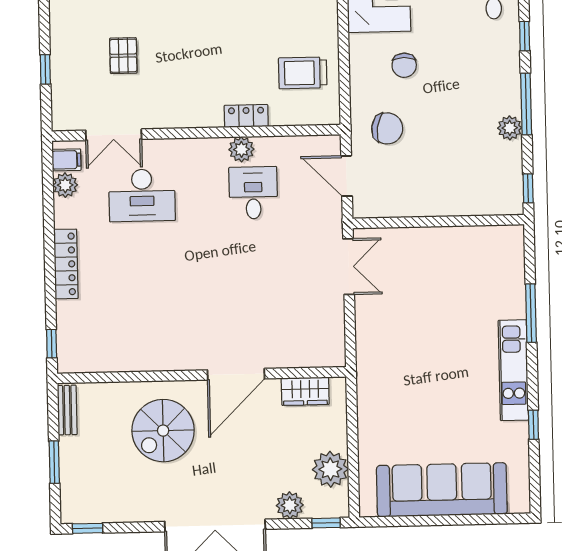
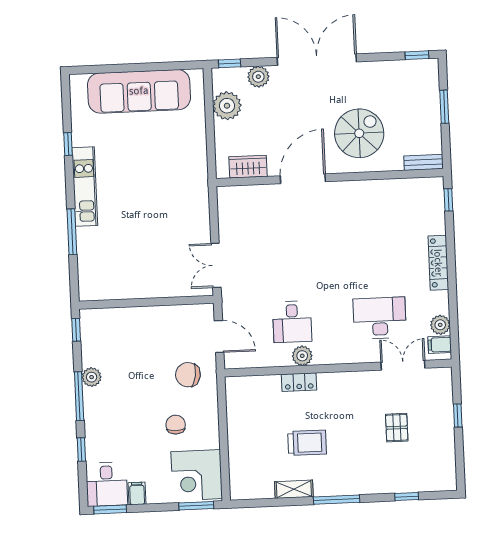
trolley: (303, 73) -> (307, 443), moved
bench: (67, 410) -> (424, 162), moved, turned 90

